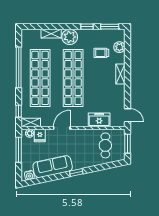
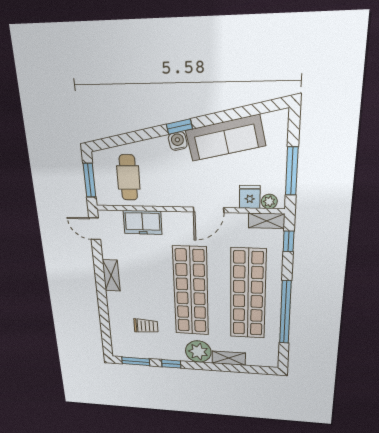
plant: (119, 47) -> (118, 332), removed
shelving: (120, 74) -> (111, 275), moved
water cooler: (29, 175) -> (178, 141), moved

